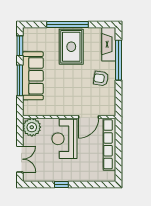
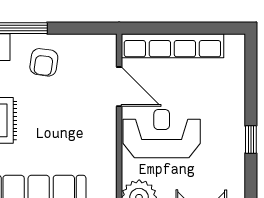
reception desk: (64, 139) -> (162, 134), turned 180

